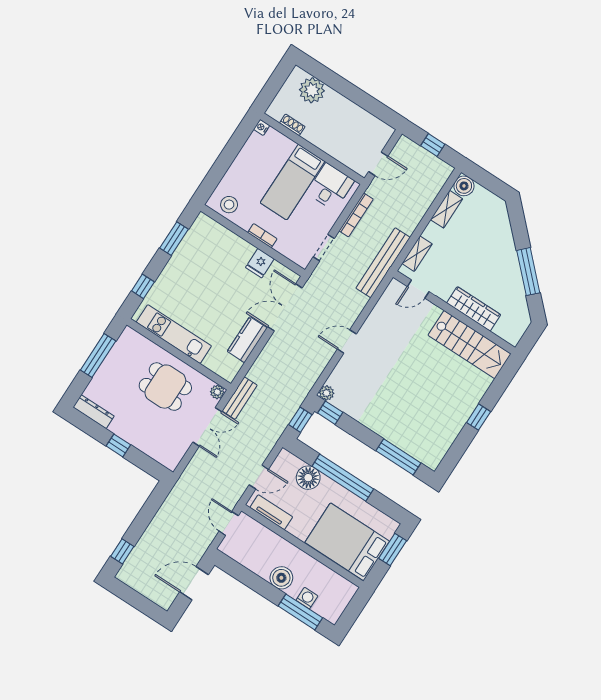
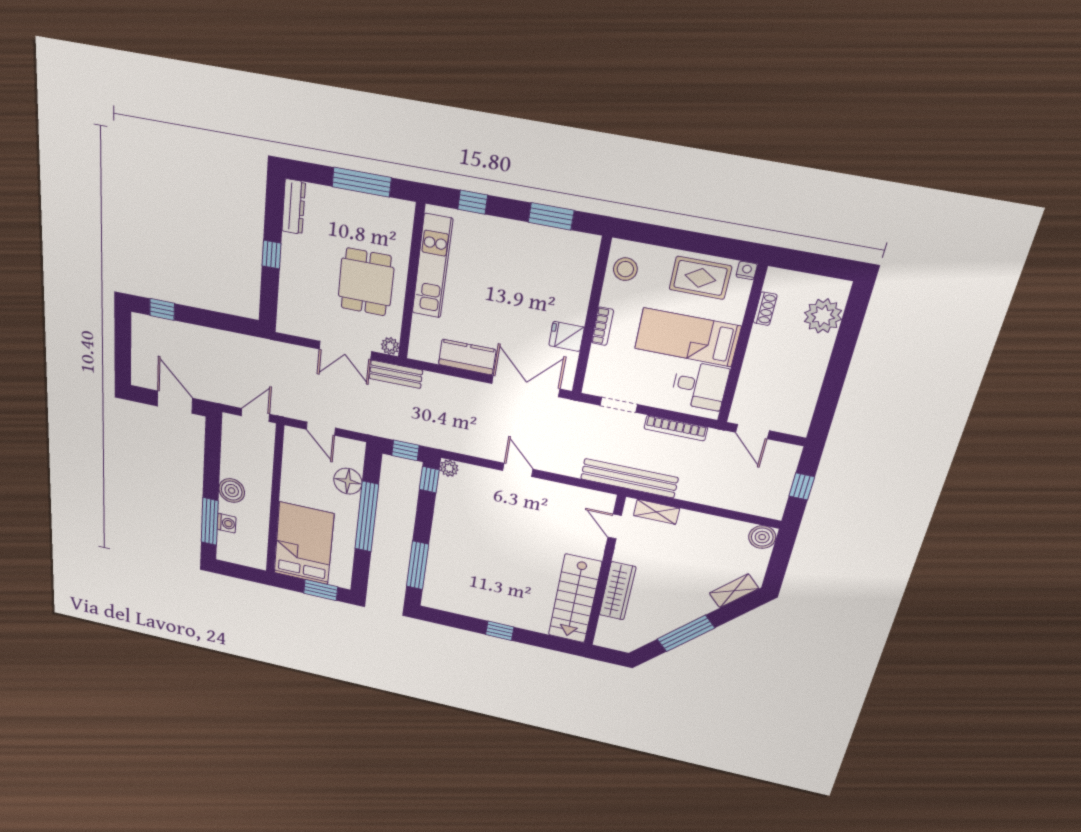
rug: (255, 158) -> (700, 278), added
shelving: (446, 209) -> (734, 591), moved, turned -45
tv unit: (271, 512) -> (291, 456), removed

